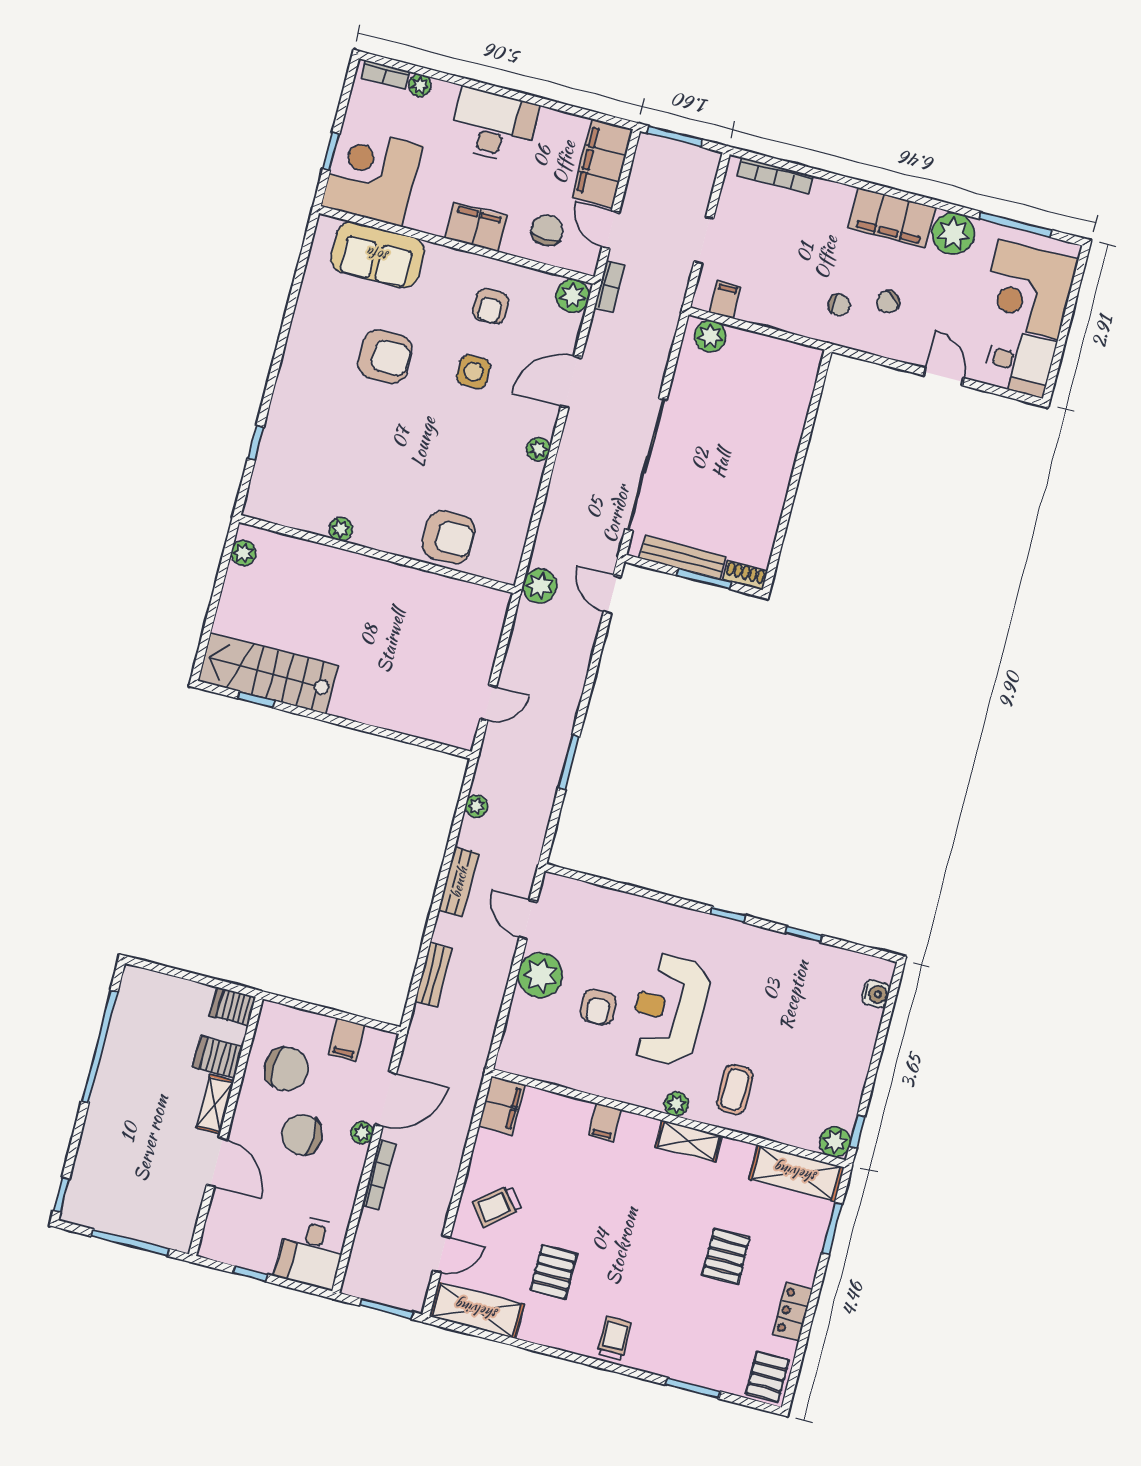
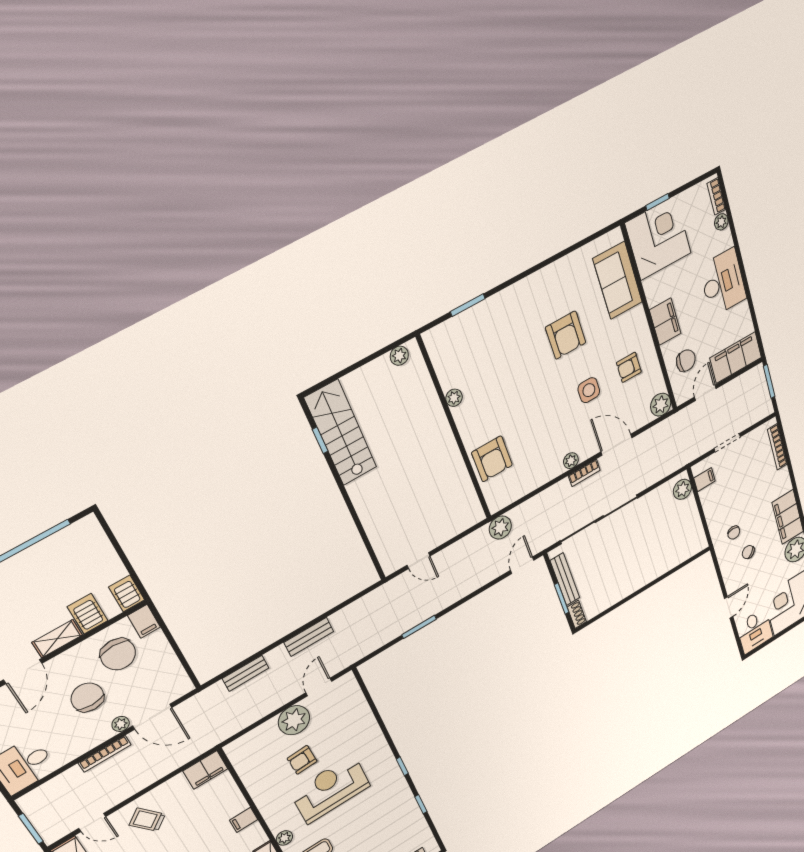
bookcase: (610, 286) -> (584, 473), moved
window: (256, 443) -> (468, 305), width x1.50
plant: (477, 806) -> (358, 607), removed
filing cabinet: (347, 1040) -> (144, 621), moved, turned -90

